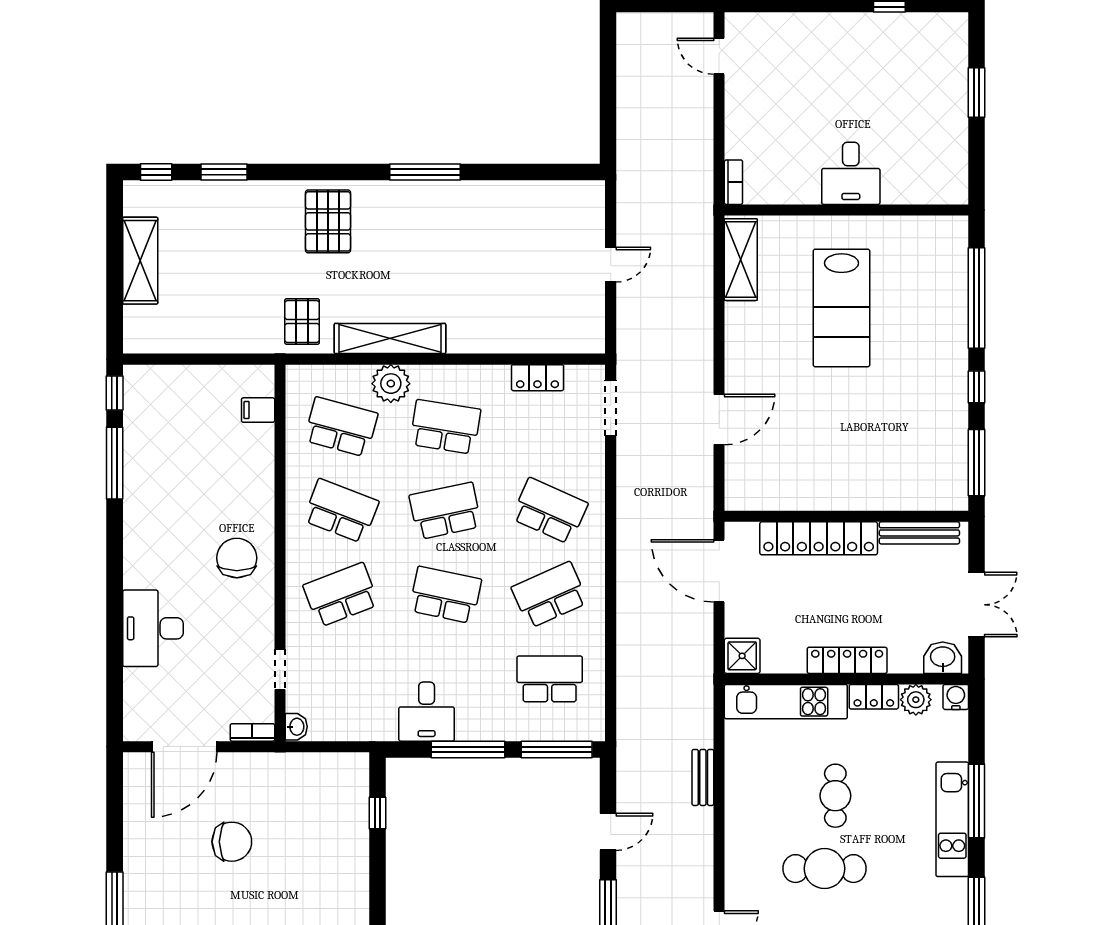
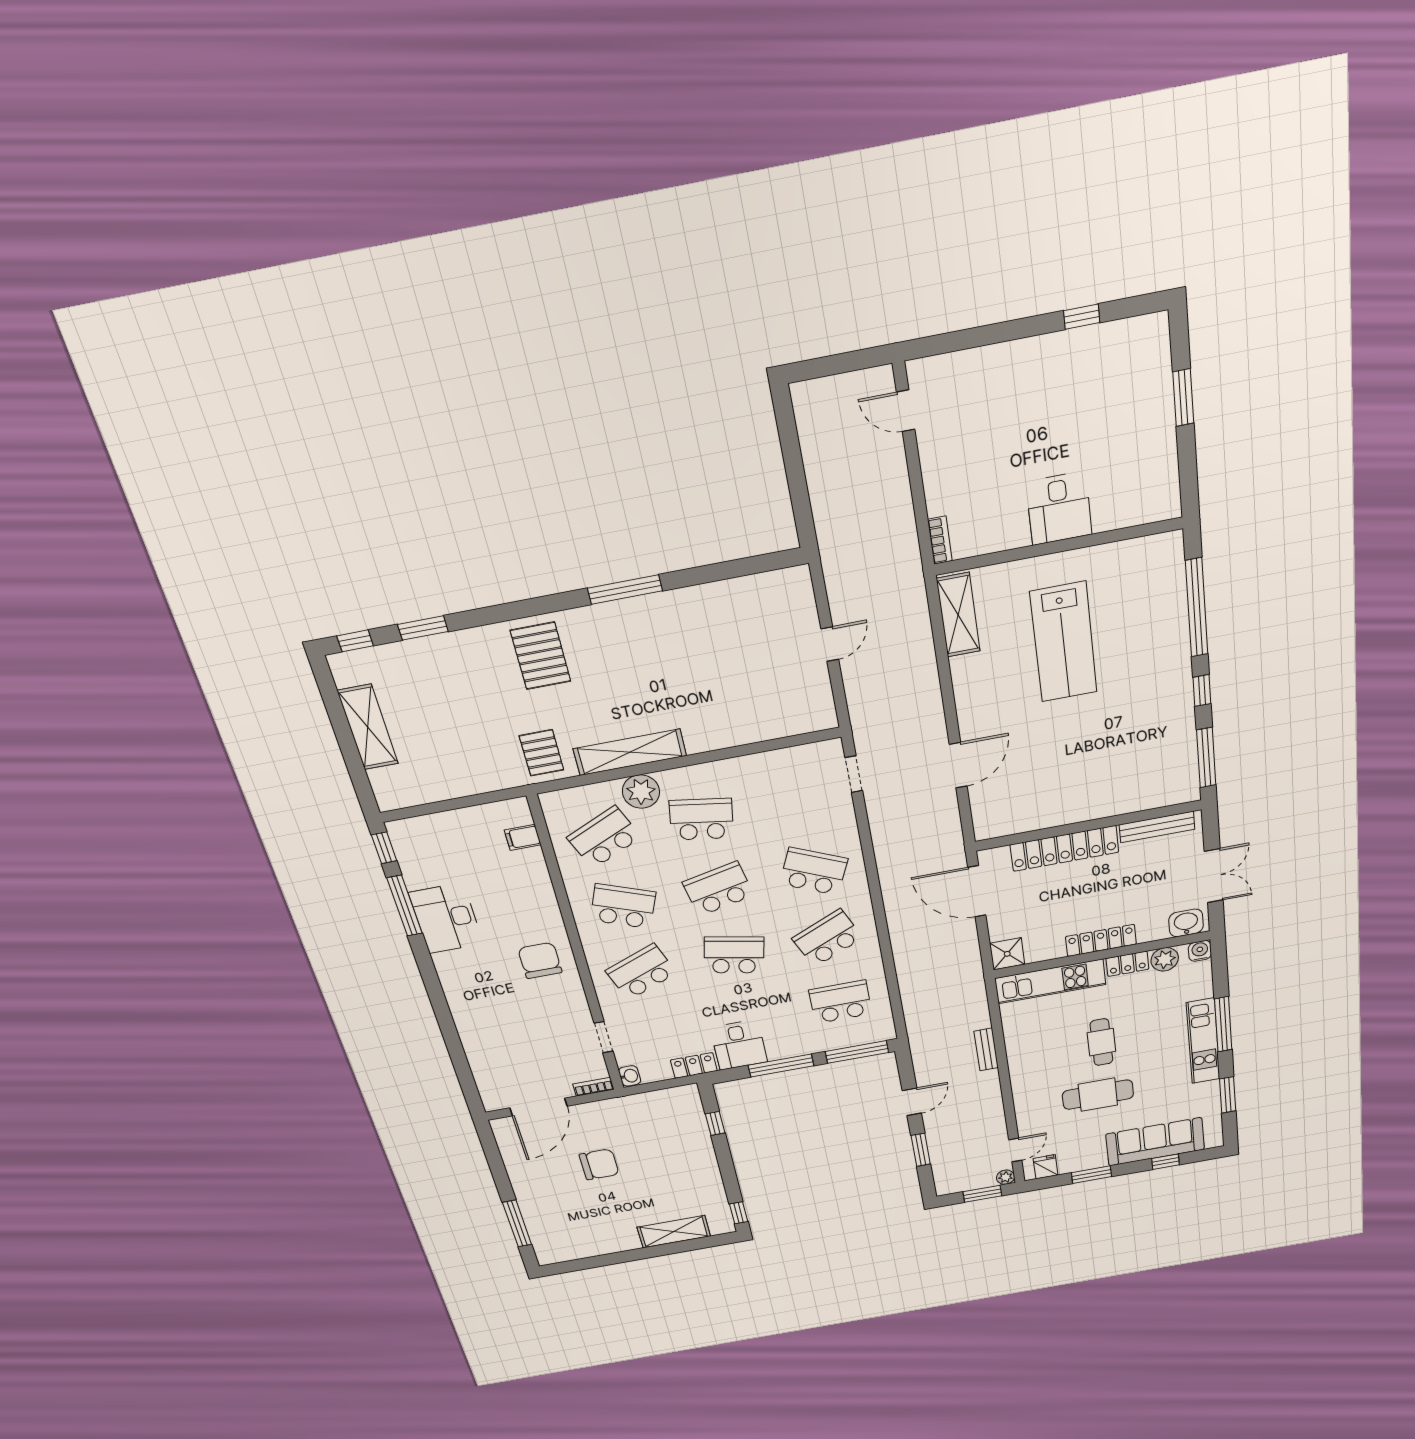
locker: (537, 378) -> (694, 1065), moved, turned 180
doorway: (611, 408) -> (854, 774), width x0.73
school desk: (341, 427) -> (604, 837), turned -39
desk: (153, 628) -> (446, 918), moved

